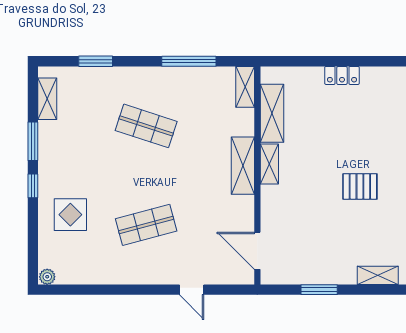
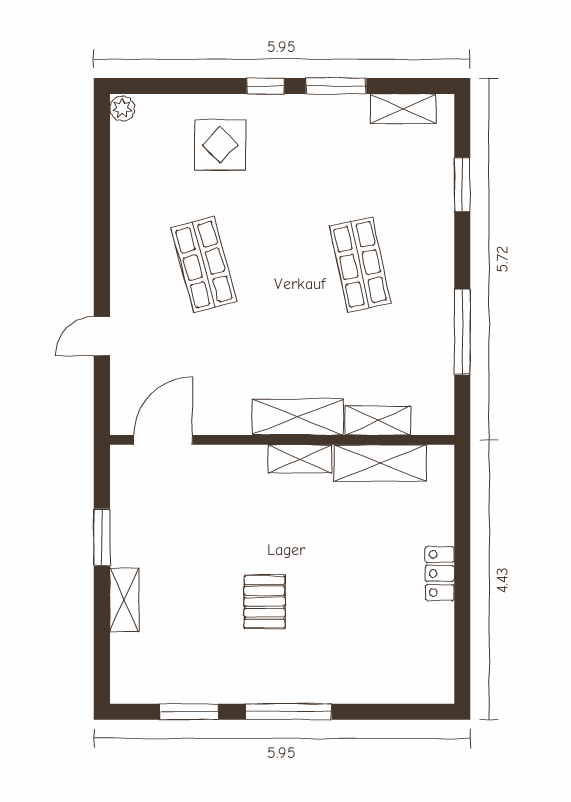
shelving: (245, 87) -> (378, 421), moved
shop shelf: (146, 126) -> (360, 264), turned -30
shelving: (378, 275) -> (124, 600), moved

